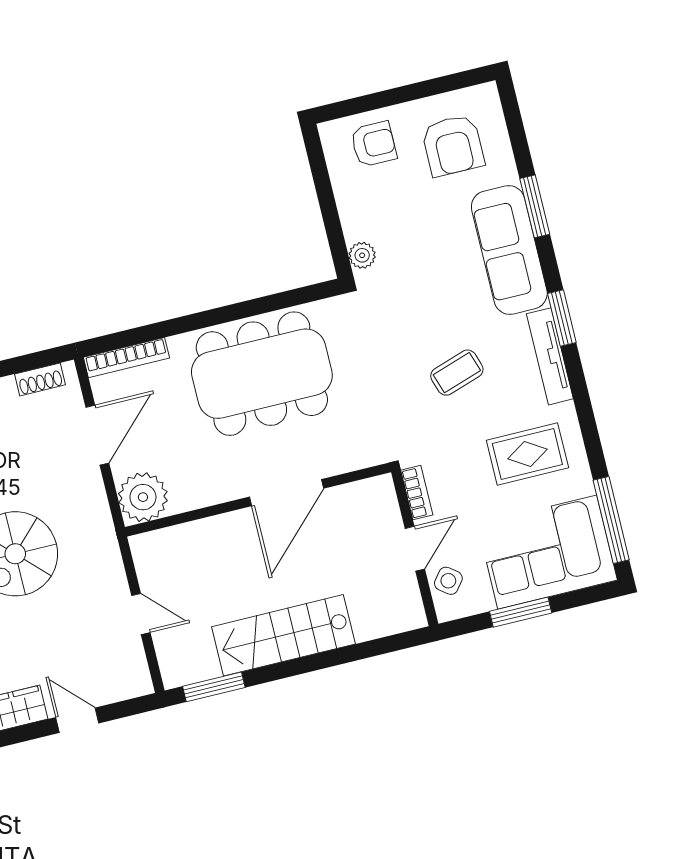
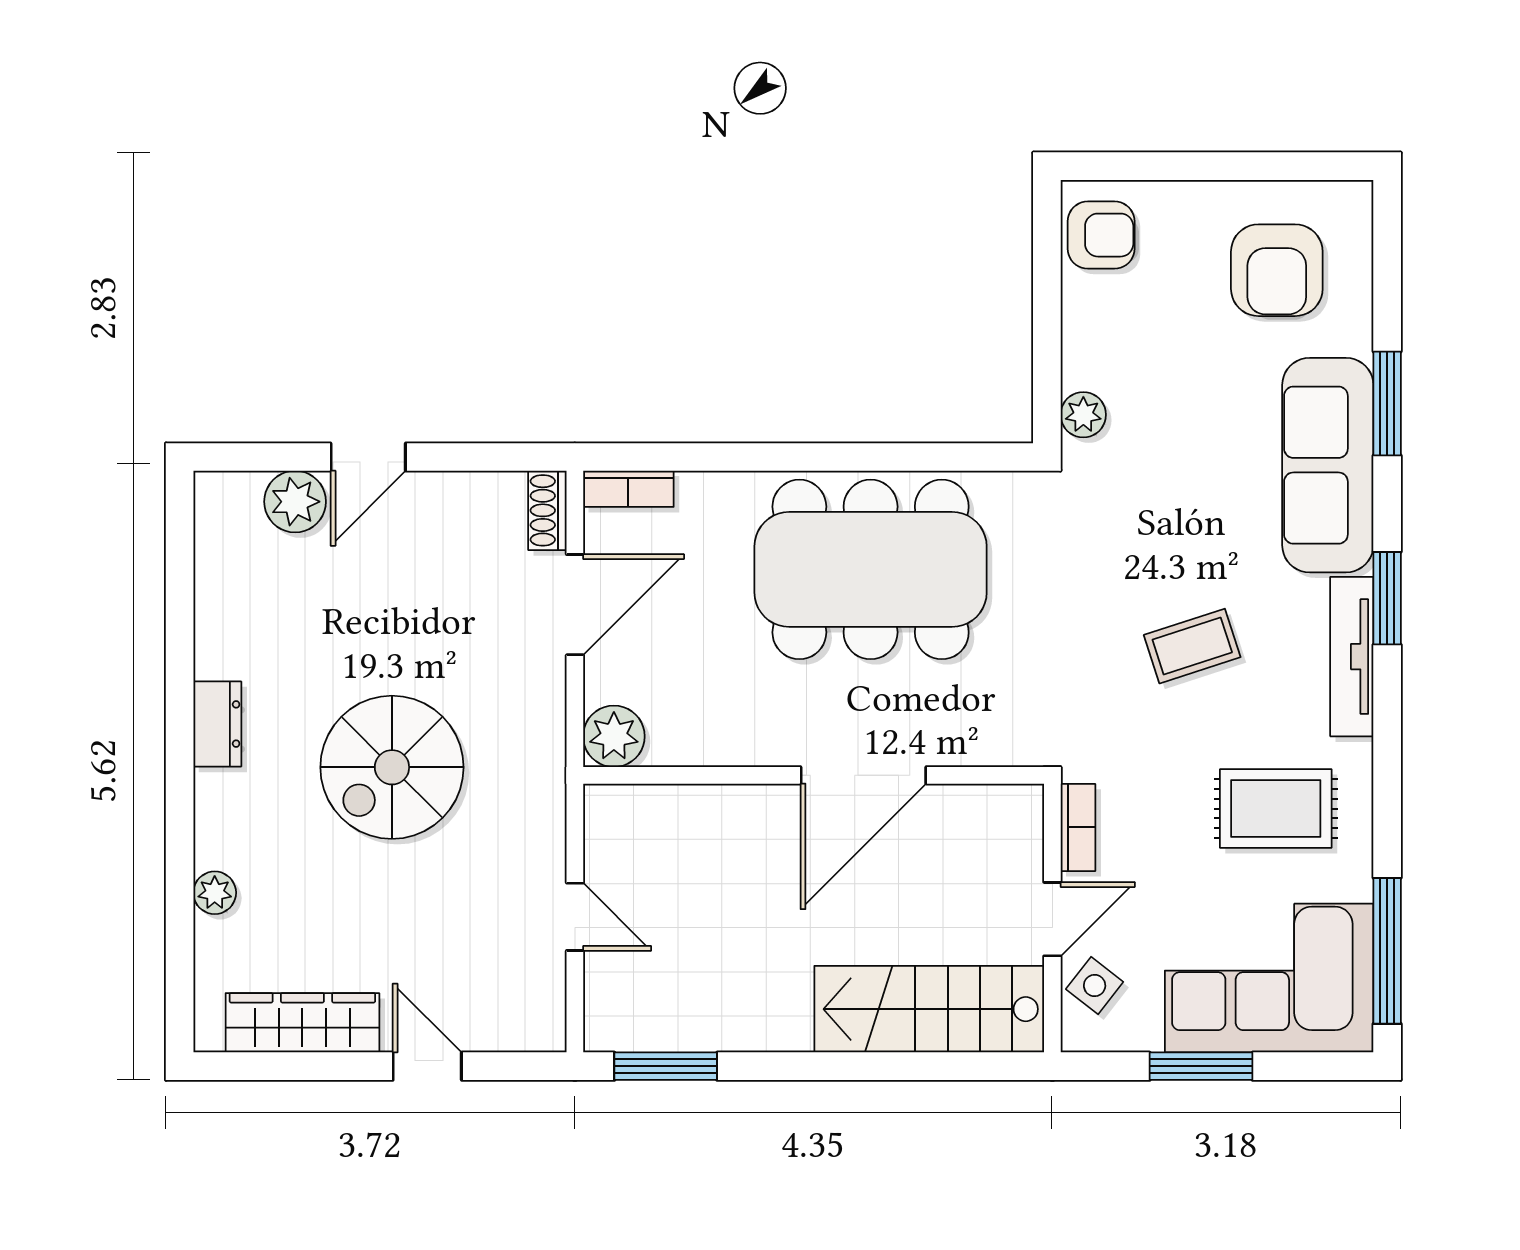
armchair: (374, 144) -> (1101, 235), moved
bookcase: (126, 358) -> (628, 489), width x0.64
shoe rack: (40, 379) -> (547, 510), moved, turned 90
plant: (143, 497) -> (614, 736), width x0.73, depth x0.73
stairs: (283, 635) -> (929, 1009), moved

